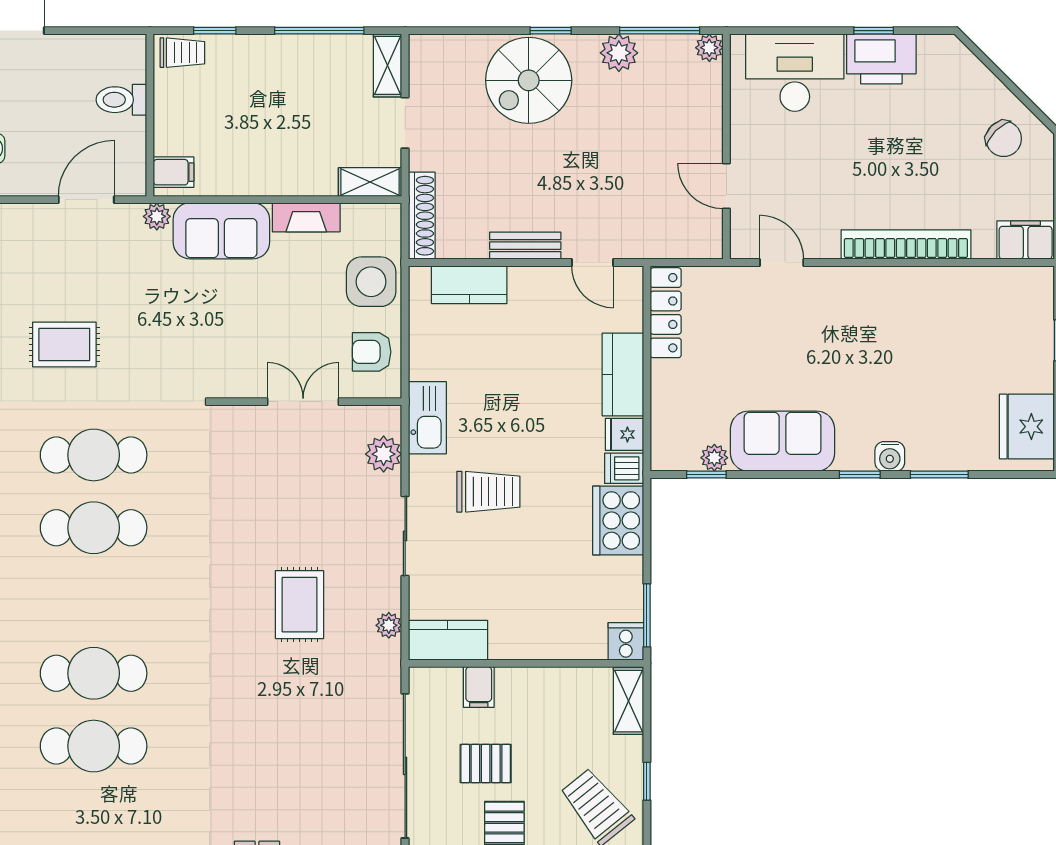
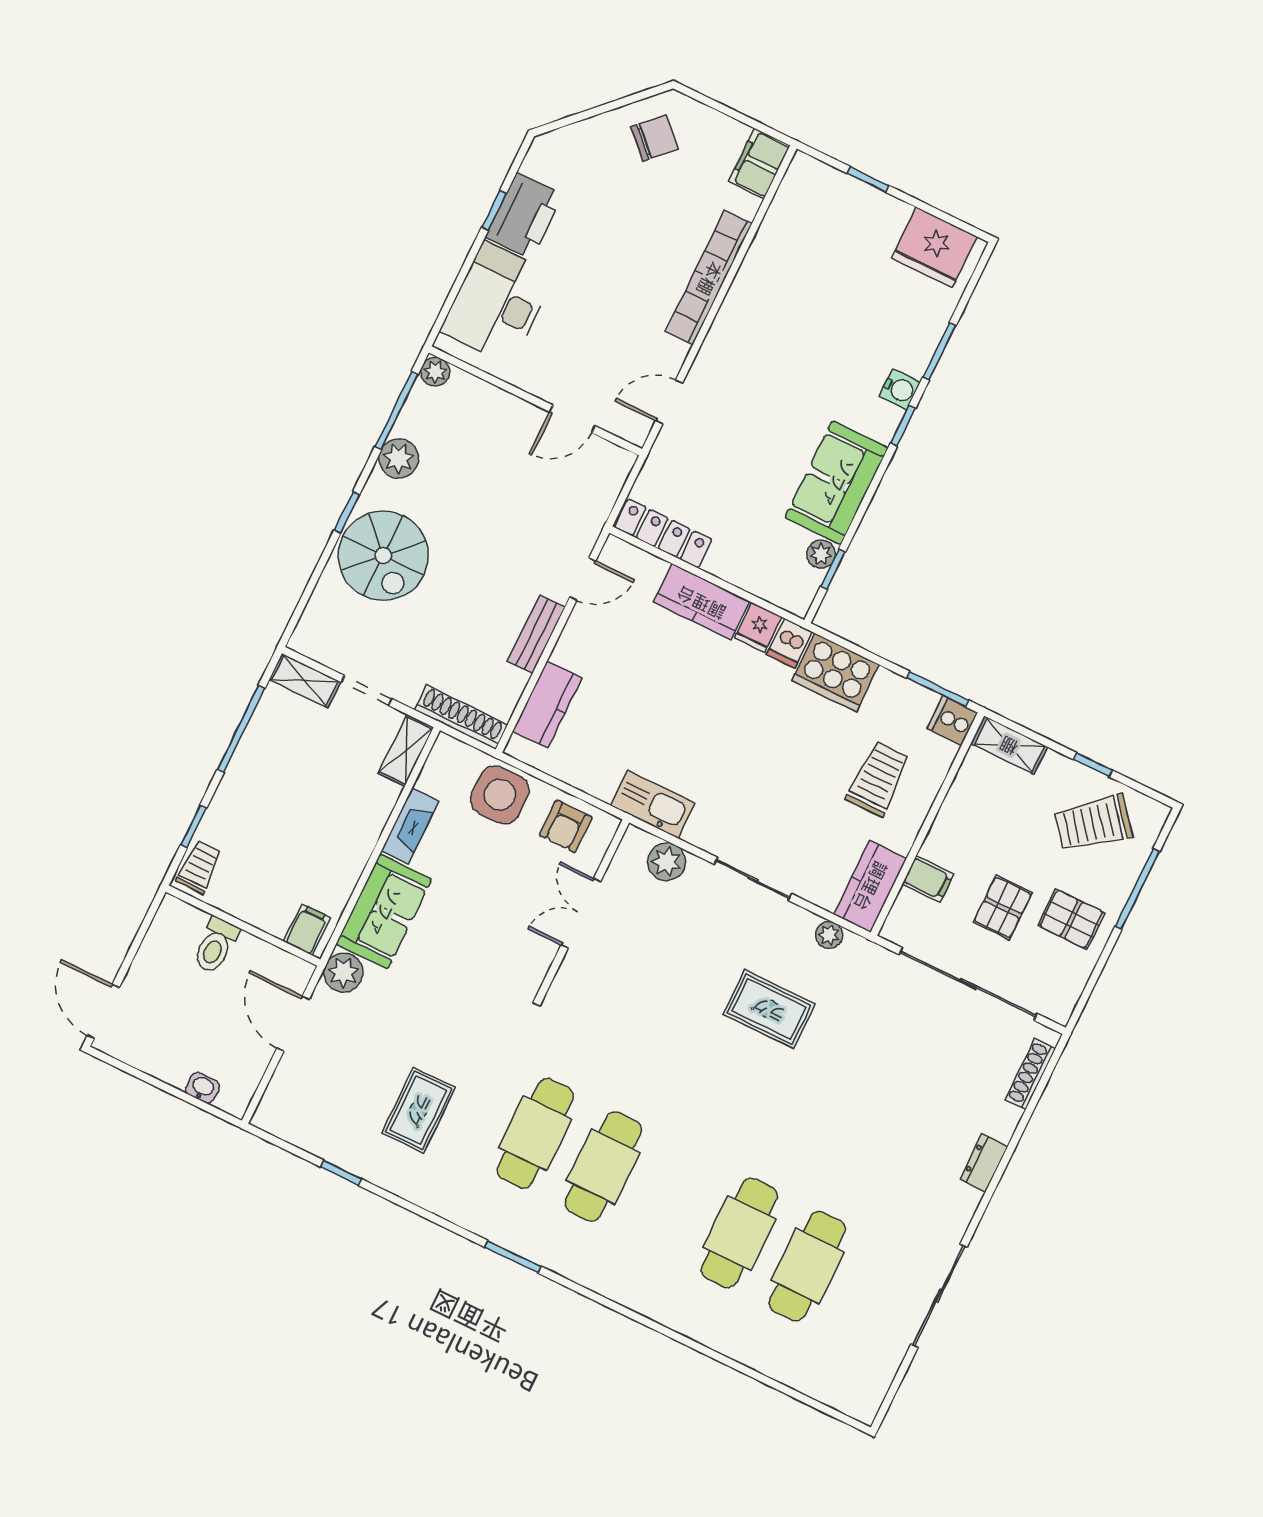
plant: (157, 216) -> (343, 973), width x1.38, depth x1.38
trolley: (488, 492) -> (878, 779), moved

